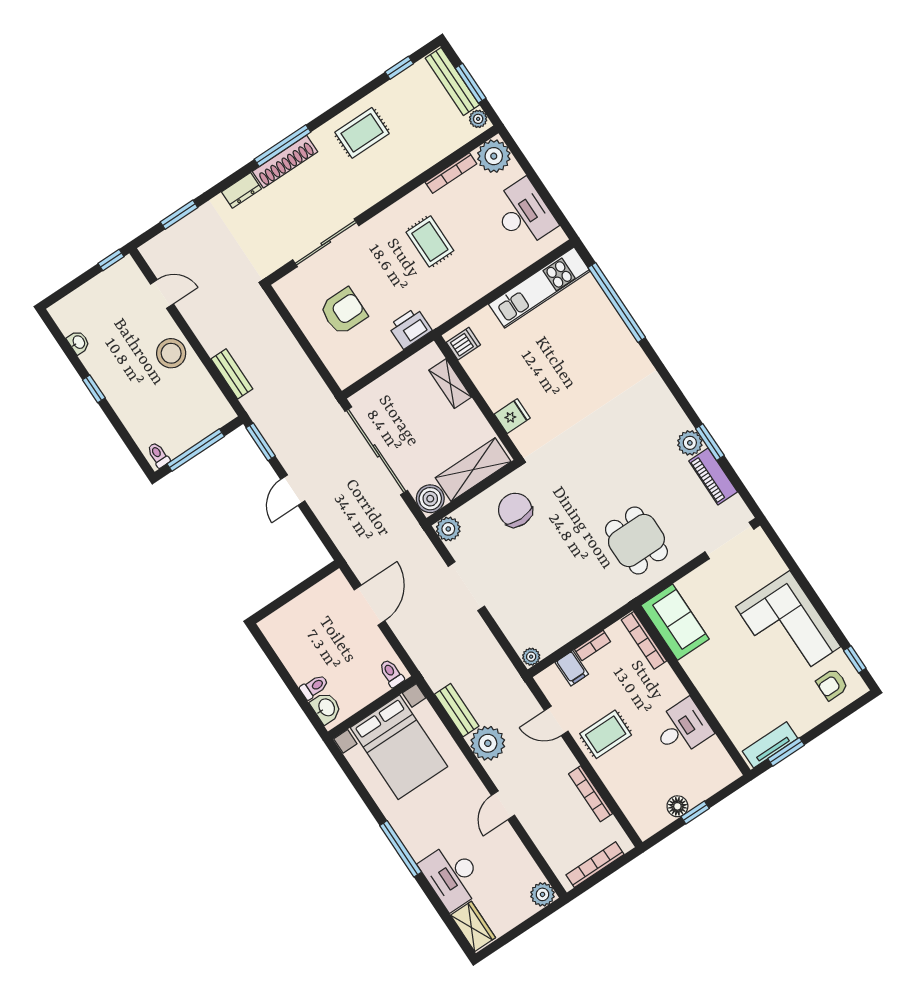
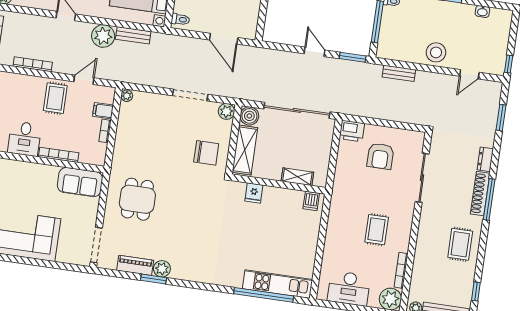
rug: (430, 241) -> (377, 230), turned 90
kitchen unit: (539, 288) -> (277, 284), moved, turned 90
printer: (410, 328) -> (352, 131), moved, turned 90
dining table: (636, 541) -> (137, 199), turned 90
bookcase: (644, 640) -> (59, 155), moved

